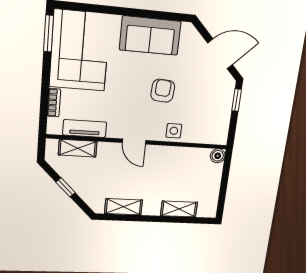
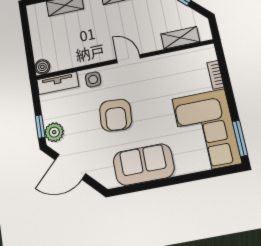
armchair: (163, 91) -> (116, 115), width x1.38, depth x1.38
plant: (225, 91) -> (54, 132), added
tv unit: (85, 129) -> (58, 83), moved

